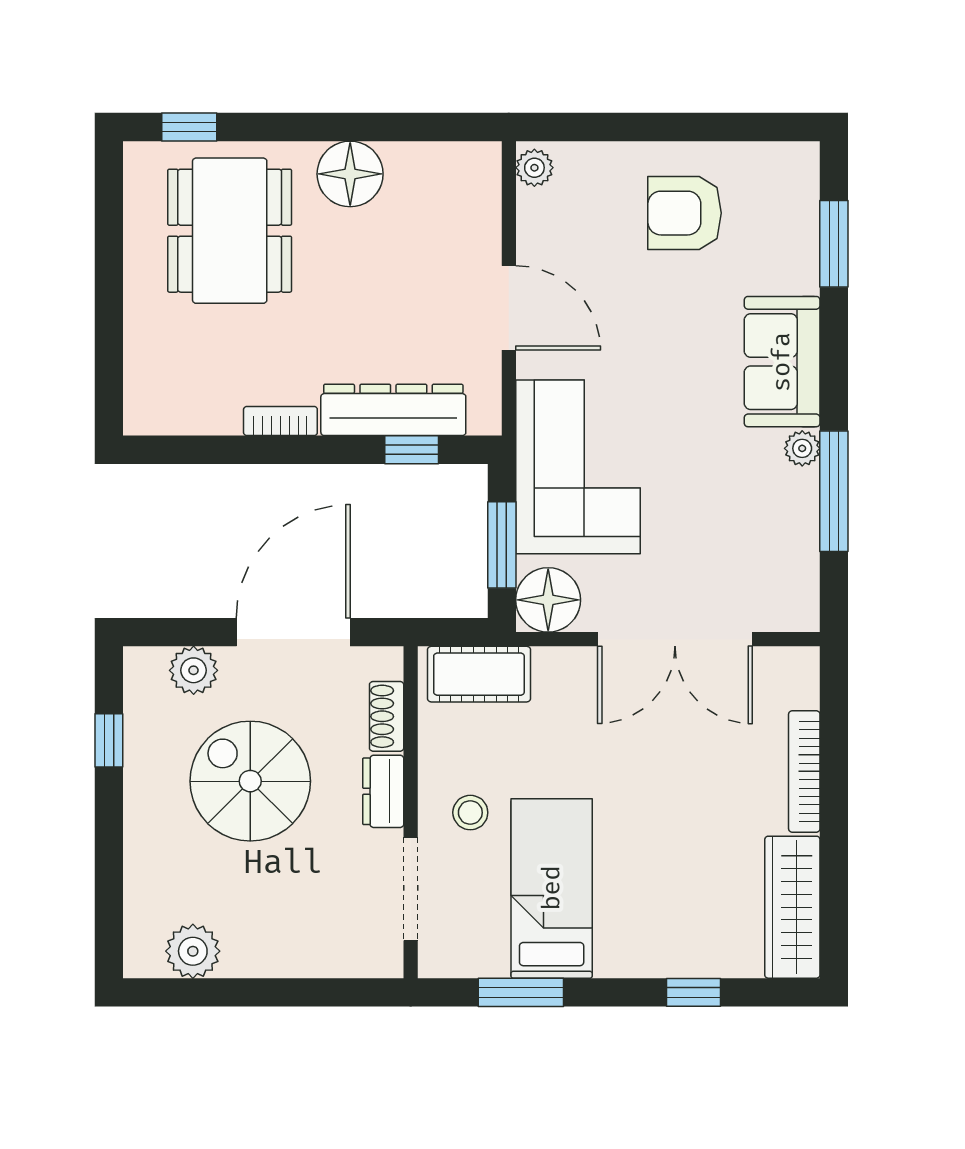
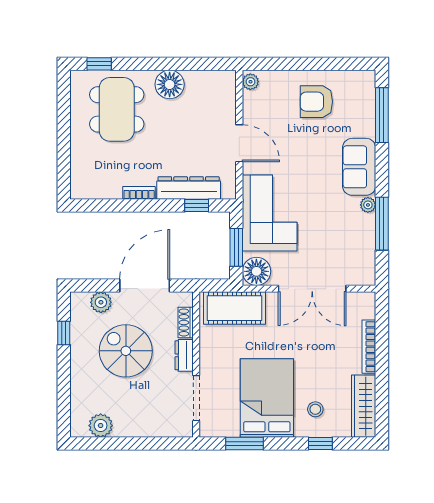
window: (834, 244) -> (382, 115), width x1.44
cot: (479, 674) -> (234, 308), width x1.37, depth x1.34
stool: (470, 813) -> (315, 409), moved
bed: (552, 888) -> (267, 398), width x1.50

